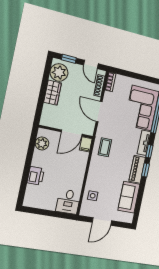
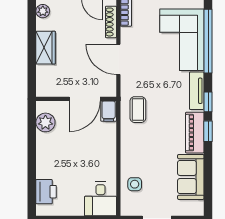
plant: (59, 72) -> (43, 11), width x0.53, depth x0.53
printer: (36, 176) -> (46, 192), moved

